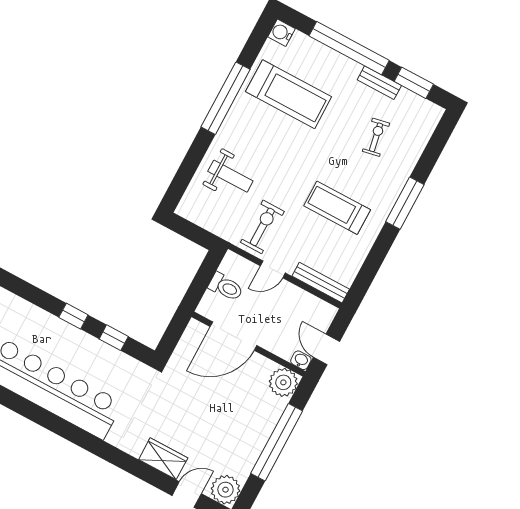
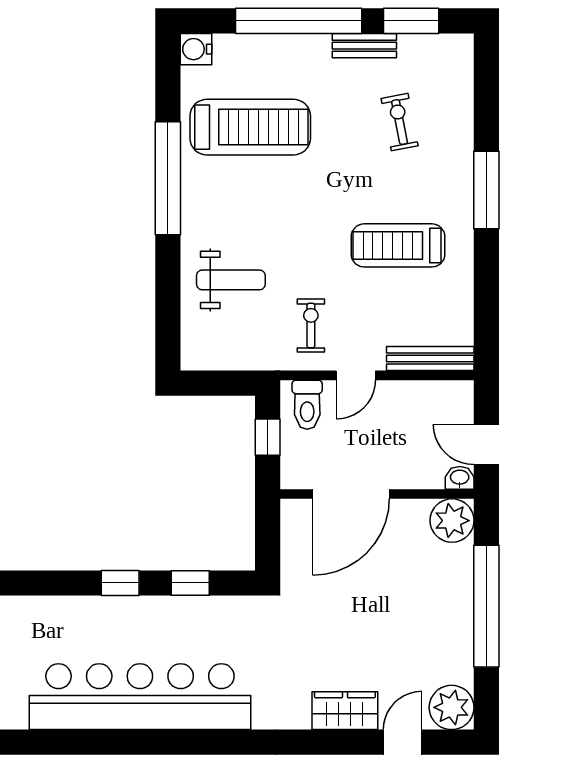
exercise bike: (262, 227) -> (311, 326), width x0.73, depth x0.72
window: (203, 278) -> (268, 437), added
toilet: (226, 287) -> (307, 405), moved, turned 90

